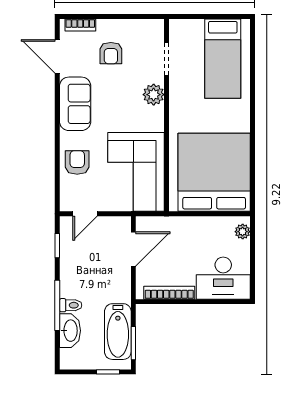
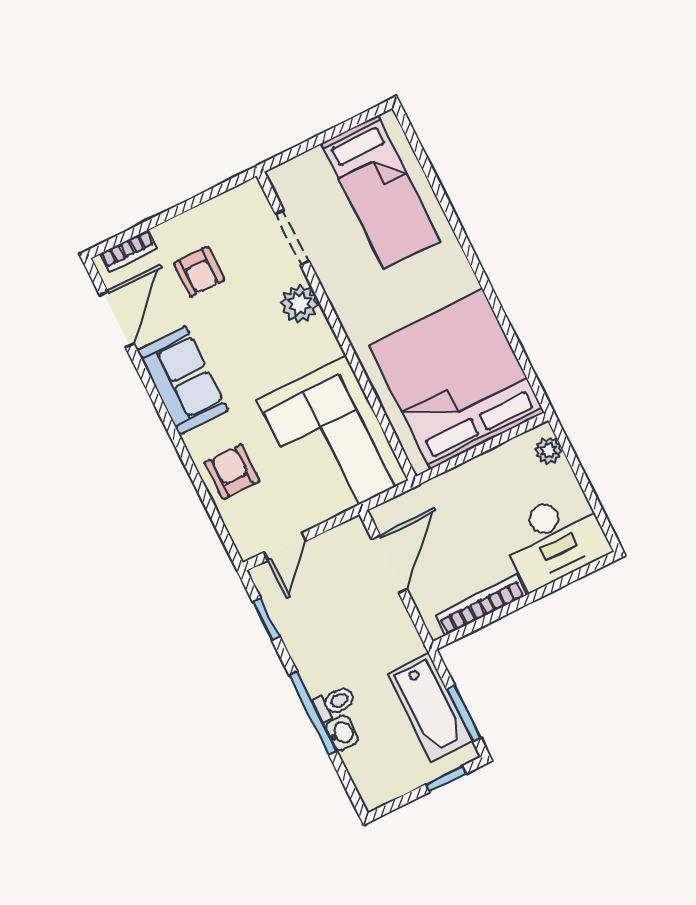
door: (57, 56) -> (117, 319), swing flipped
washbasin: (70, 331) -> (342, 733), width x0.52, depth x0.69

